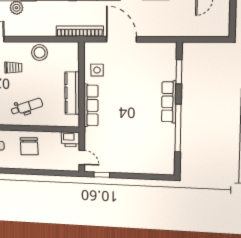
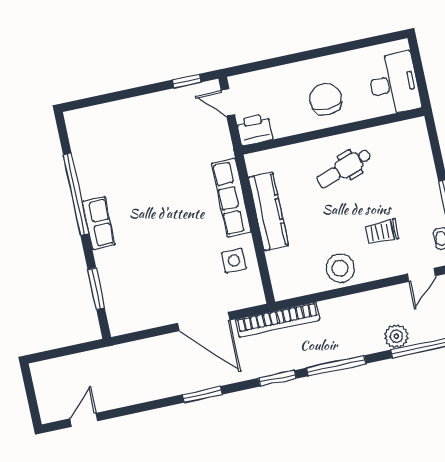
row of seats: (169, 102) -> (99, 223), width x0.68

